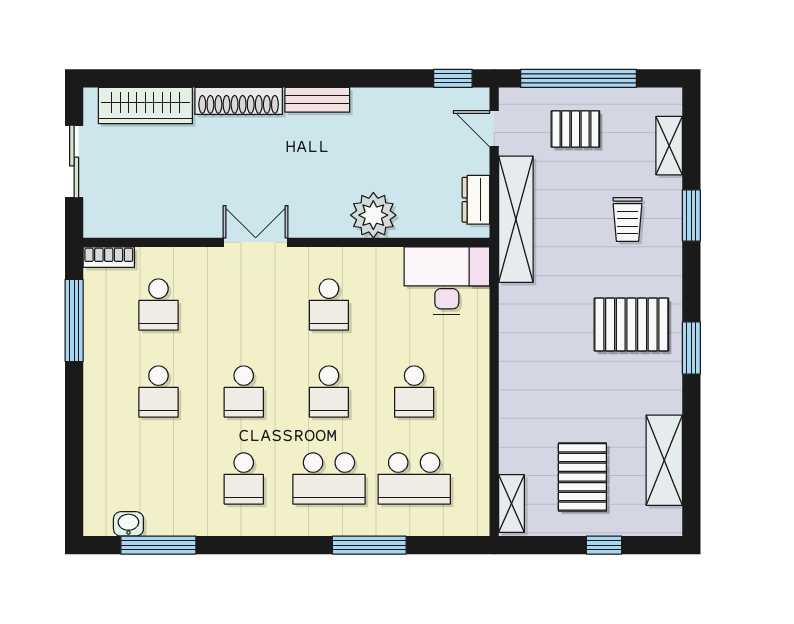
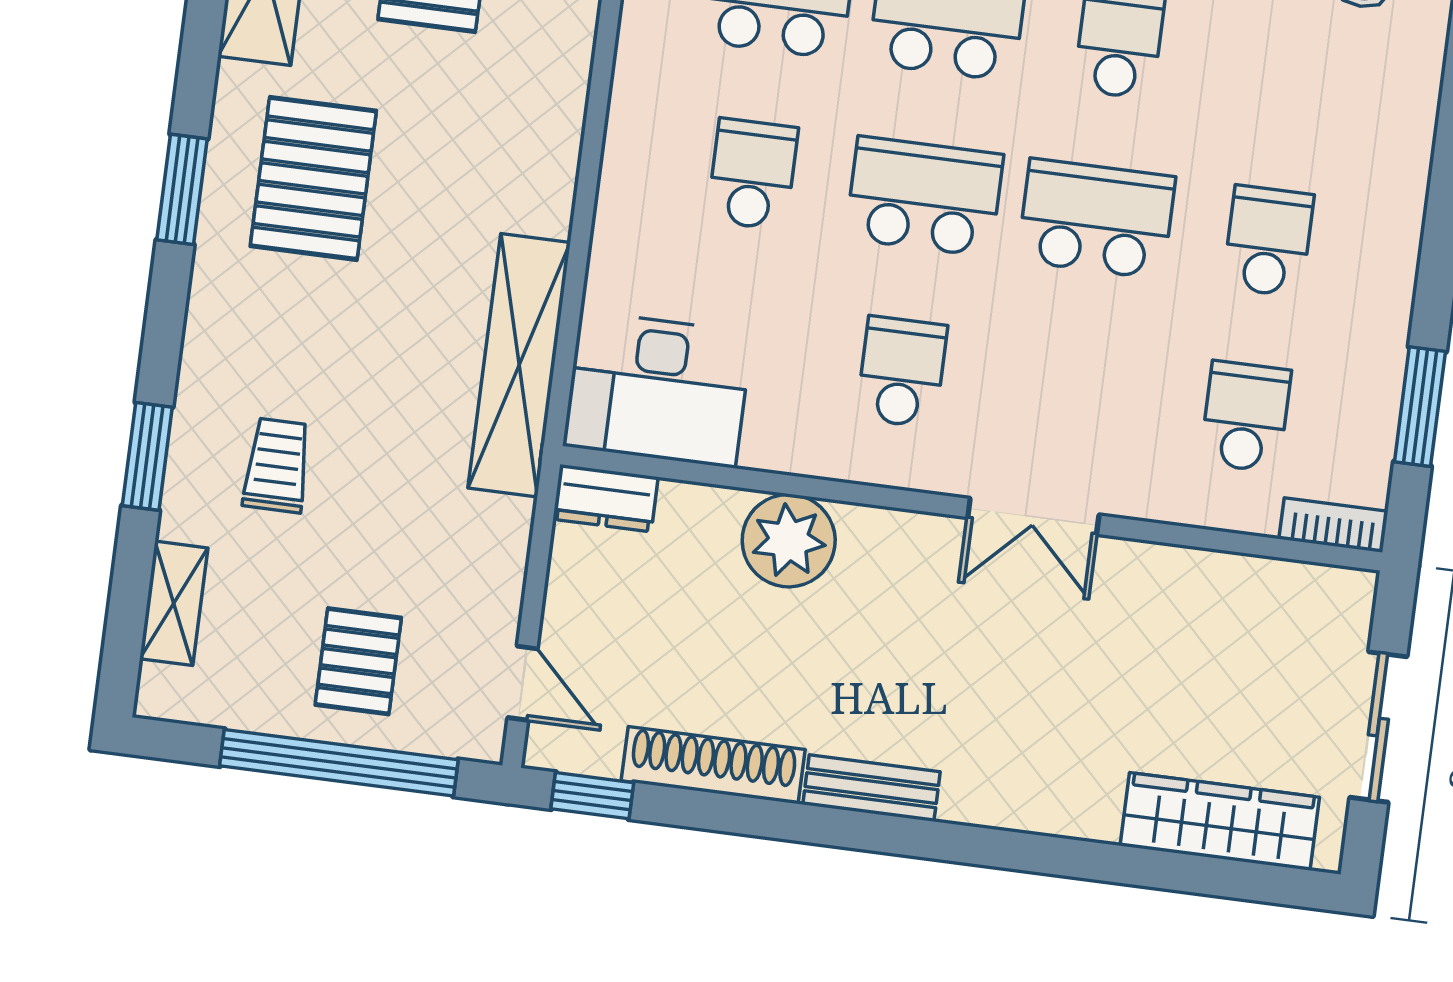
shoe rack: (239, 101) -> (713, 765), moved
pallet: (575, 129) -> (358, 661), turned 90
dresser: (476, 200) -> (606, 498), moved, turned 90
shelving: (516, 219) -> (519, 365), moved
window: (74, 320) -> (1420, 407), width x0.69
pallet: (631, 325) -> (313, 178), moved, turned 90
school desk: (244, 391) -> (1096, 219), width x1.85
school desk: (329, 391) -> (924, 196), width x1.85

